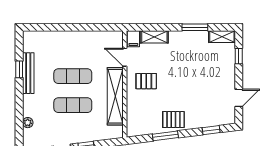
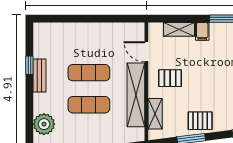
filing cabinet: (133, 39) -> (202, 31), moved
bench: (28, 73) -> (40, 75), width x0.73
shelving: (133, 113) -> (155, 114), added
plant: (28, 123) -> (44, 124), width x1.87, depth x1.87

